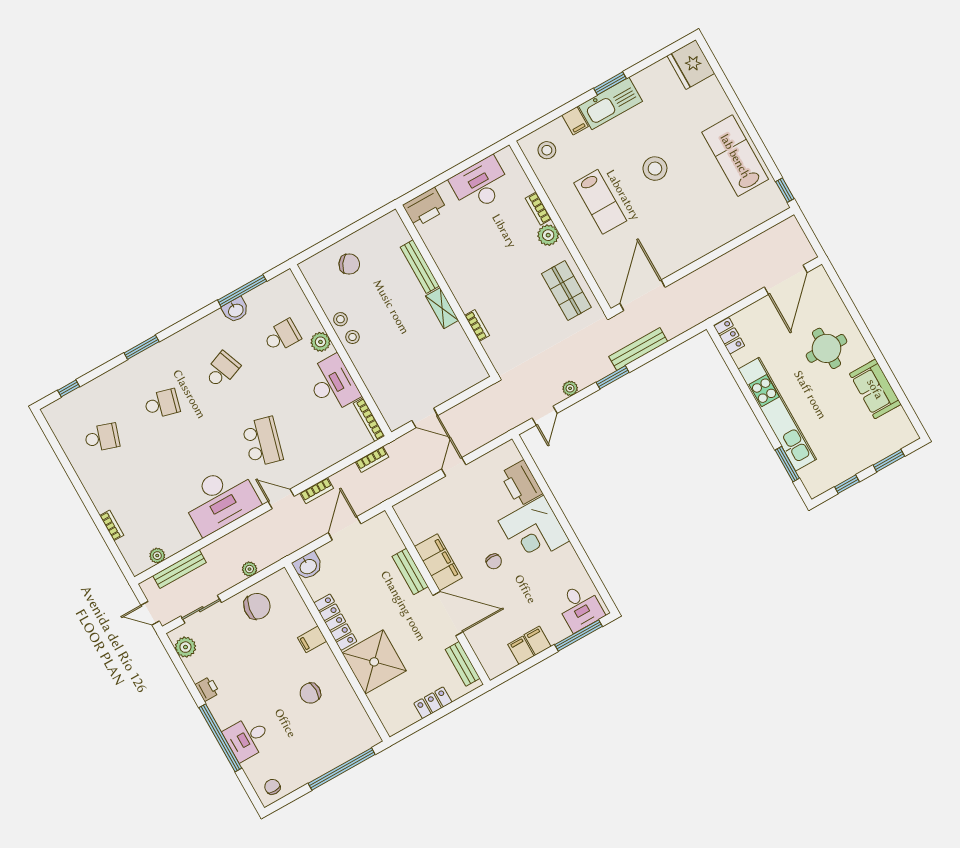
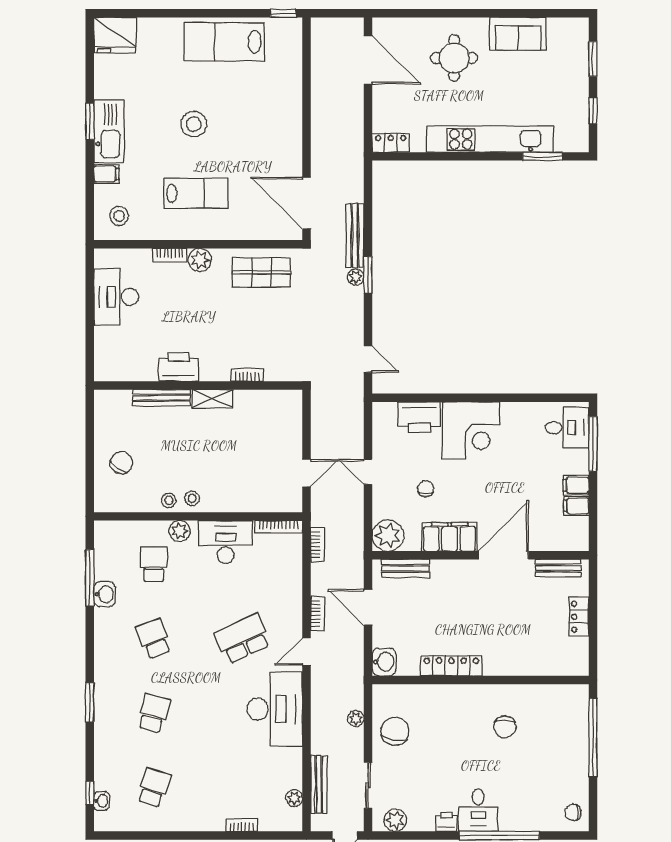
printer: (425, 207) -> (179, 367), moved, turned -90
plant: (570, 388) -> (356, 277), moved
washbasin: (67, 402) -> (101, 801), added
school desk: (262, 442) -> (243, 639), turned -39
plant: (412, 512) -> (388, 535), added
chair: (494, 561) -> (426, 489), moved, turned -90
bench: (410, 572) -> (406, 568), moved
filing cabinet: (312, 639) -> (455, 697), removed
shower: (374, 662) -> (509, 650), removed
desk: (247, 738) -> (478, 810), moved

